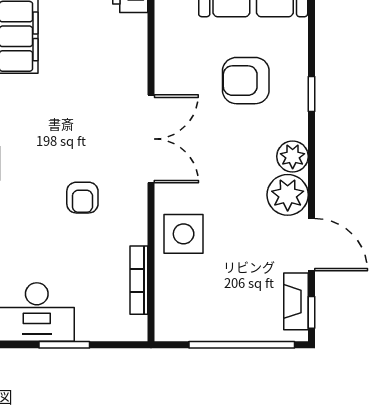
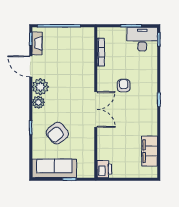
armchair: (246, 81) -> (57, 133), turned 141
double door: (151, 139) -> (96, 109), swing flipped
side table: (184, 234) -> (83, 71), removed

